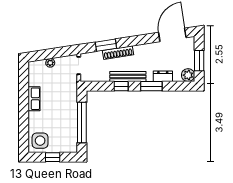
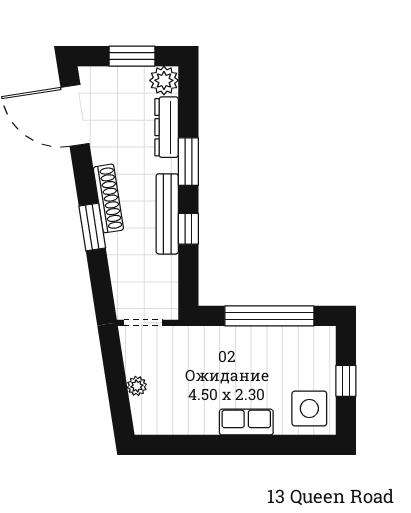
window: (106, 45) -> (92, 227), moved
shoe rack: (118, 53) -> (108, 198), moved
dresser: (163, 76) -> (167, 127), width x1.44
row of seats: (34, 99) -> (246, 422), moved

